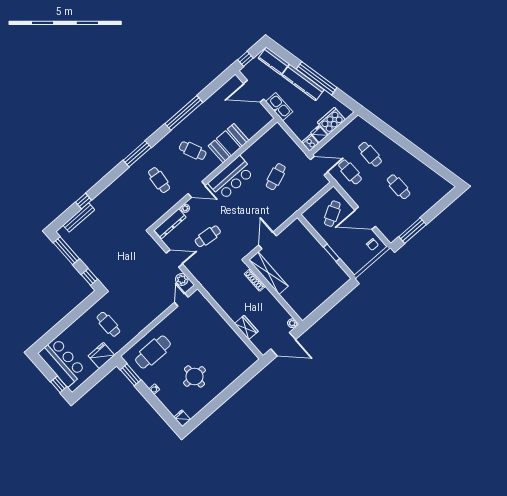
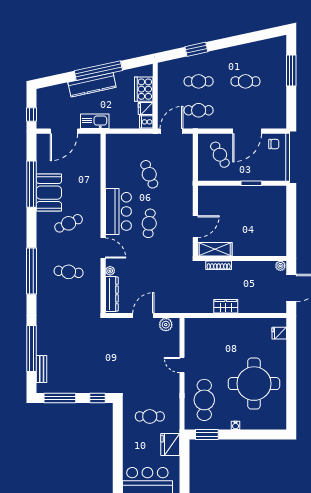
kitchen counter: (274, 61) -> (54, 93), removed
window: (184, 113) -> (32, 184), moved
window: (391, 133) -> (196, 49), added
booth: (229, 143) -> (49, 193), moved
window: (137, 154) -> (32, 271), width x1.46
door: (197, 190) -> (103, 248), hinge flipped
window: (84, 201) -> (32, 348), width x3.17
bench: (79, 218) -> (42, 369), width x0.73
window: (412, 231) -> (291, 71), moved
cafe table: (208, 236) -> (149, 223), moved
door: (267, 240) -> (195, 227), swing flipped
shelving: (268, 273) -> (215, 249), width x0.68
door: (181, 300) -> (182, 365), moved
wardrobe: (246, 328) -> (226, 306), moved
round table: (194, 376) -> (254, 384), width x1.86, depth x1.86
fridge: (182, 418) -> (279, 333), moved

